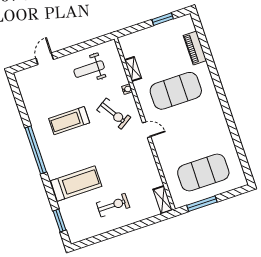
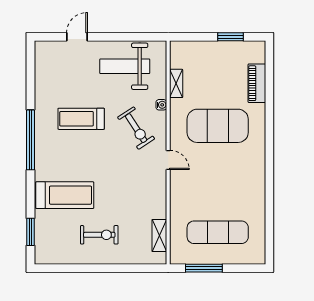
weight bench: (89, 69) -> (125, 66), width x1.36, depth x1.33
exercise mat: (203, 173) -> (218, 232), width x0.68
shelving: (163, 200) -> (159, 236), moved

